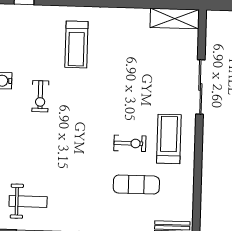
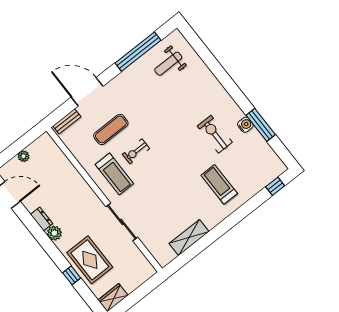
shelving: (175, 19) -> (189, 238), moved
exercise bike: (40, 96) -> (215, 134), width x1.38, depth x1.39

